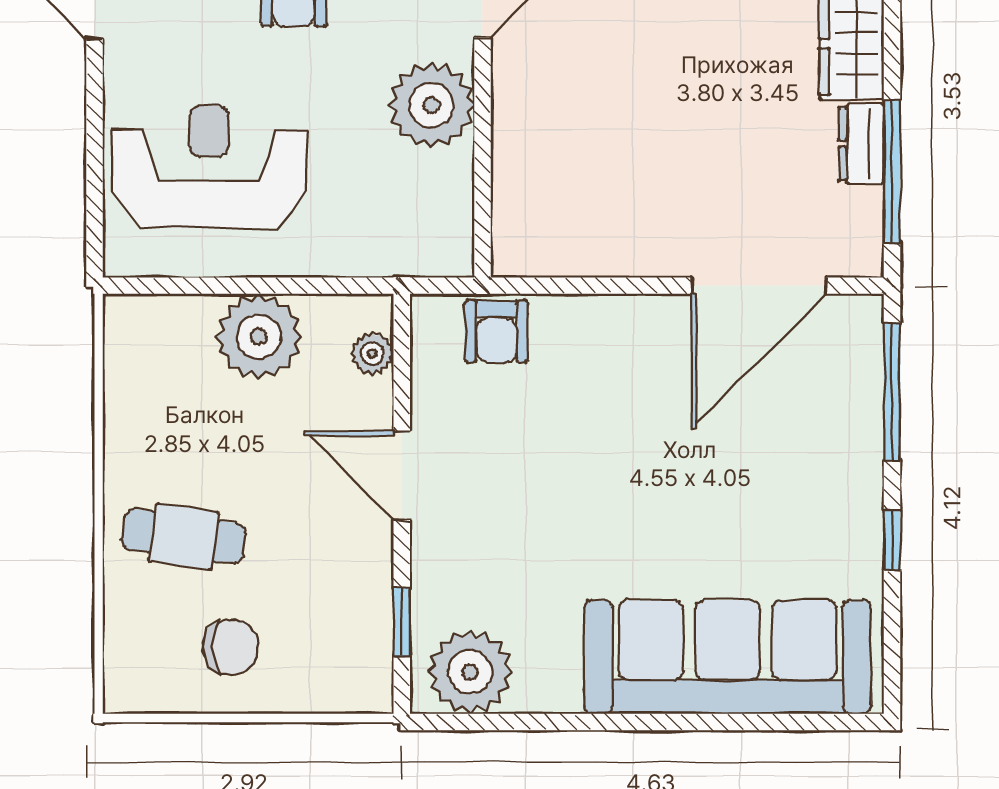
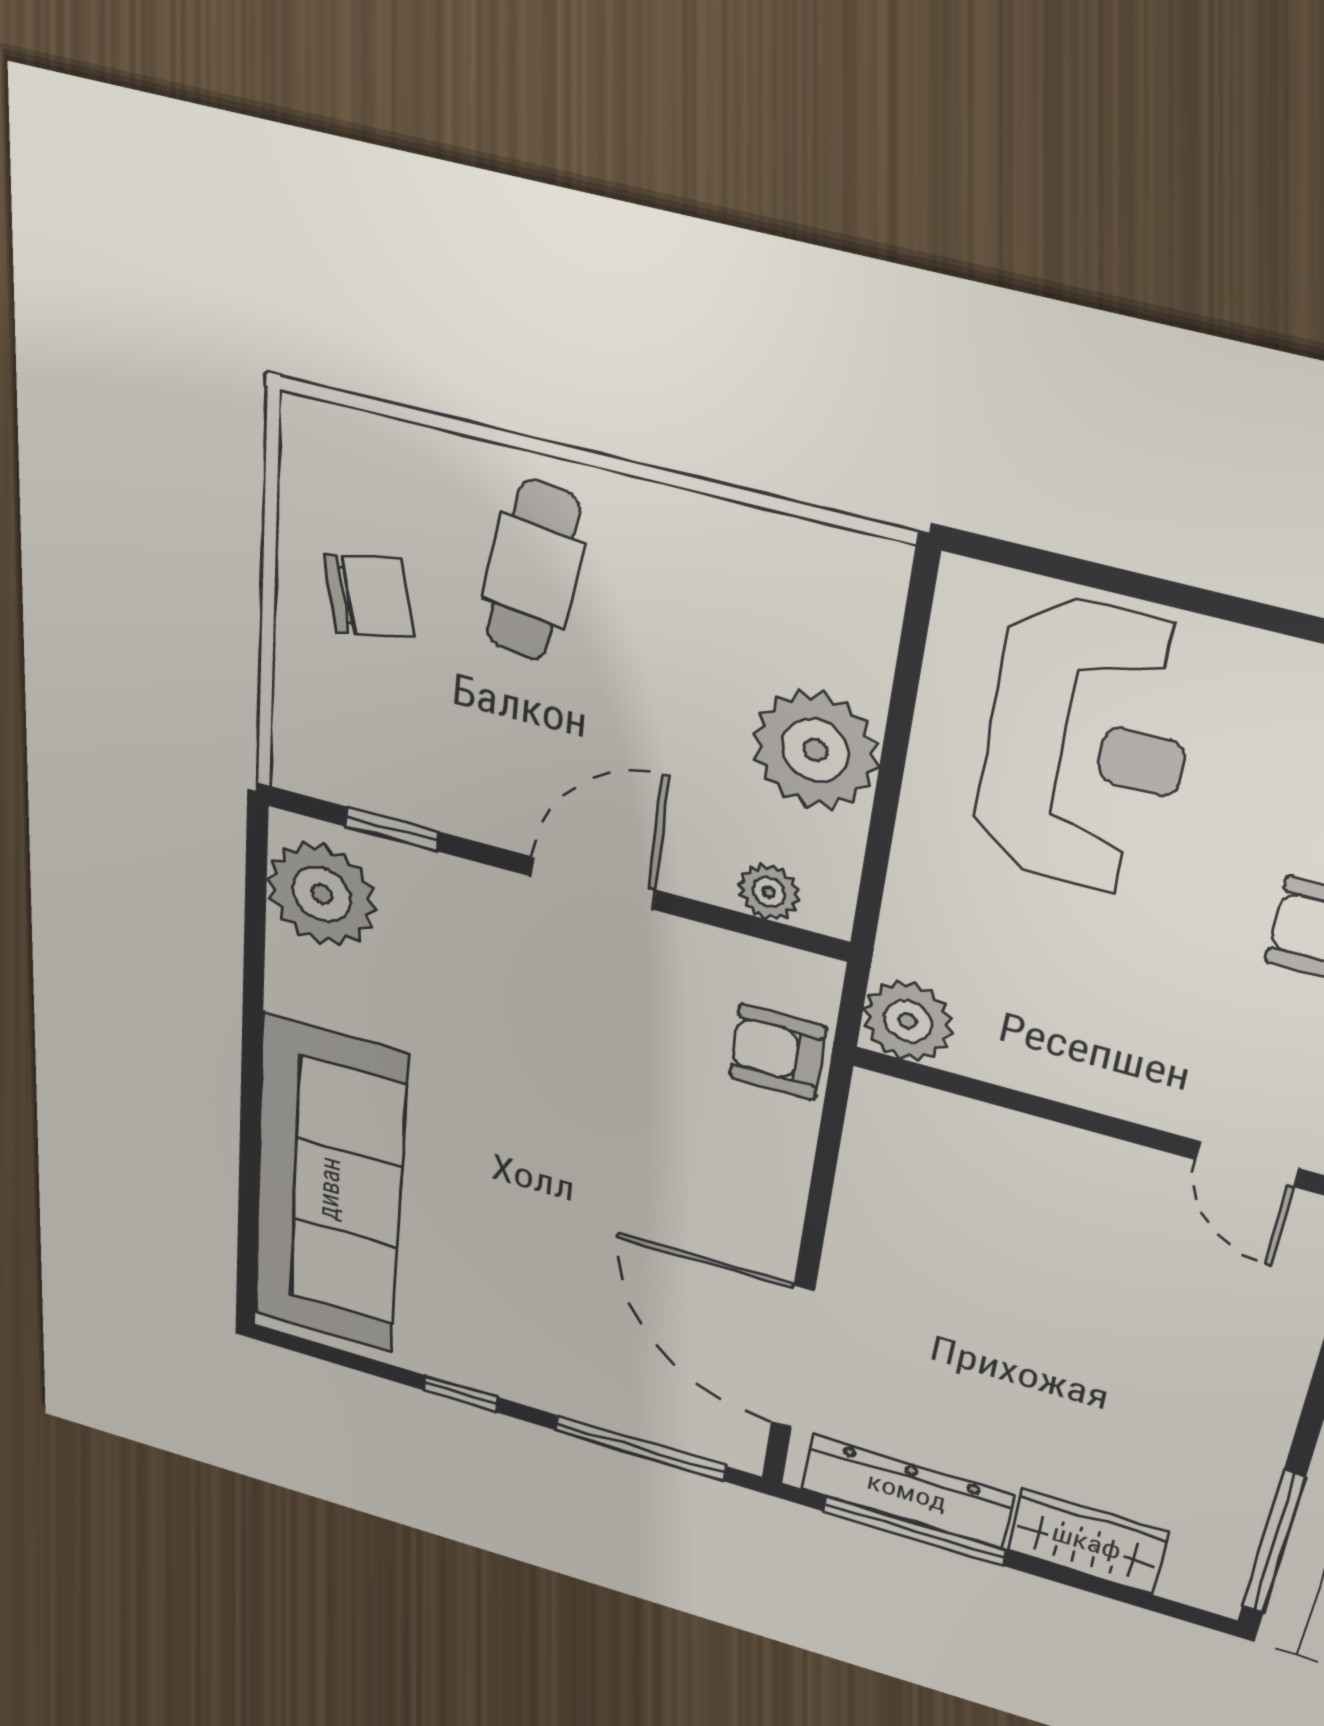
plant: (431, 105) -> (908, 1021), moved, width x0.73, depth x0.73
dresser: (861, 144) -> (907, 1492), width x1.96, depth x1.24
chair: (231, 647) -> (369, 596), turned -102

